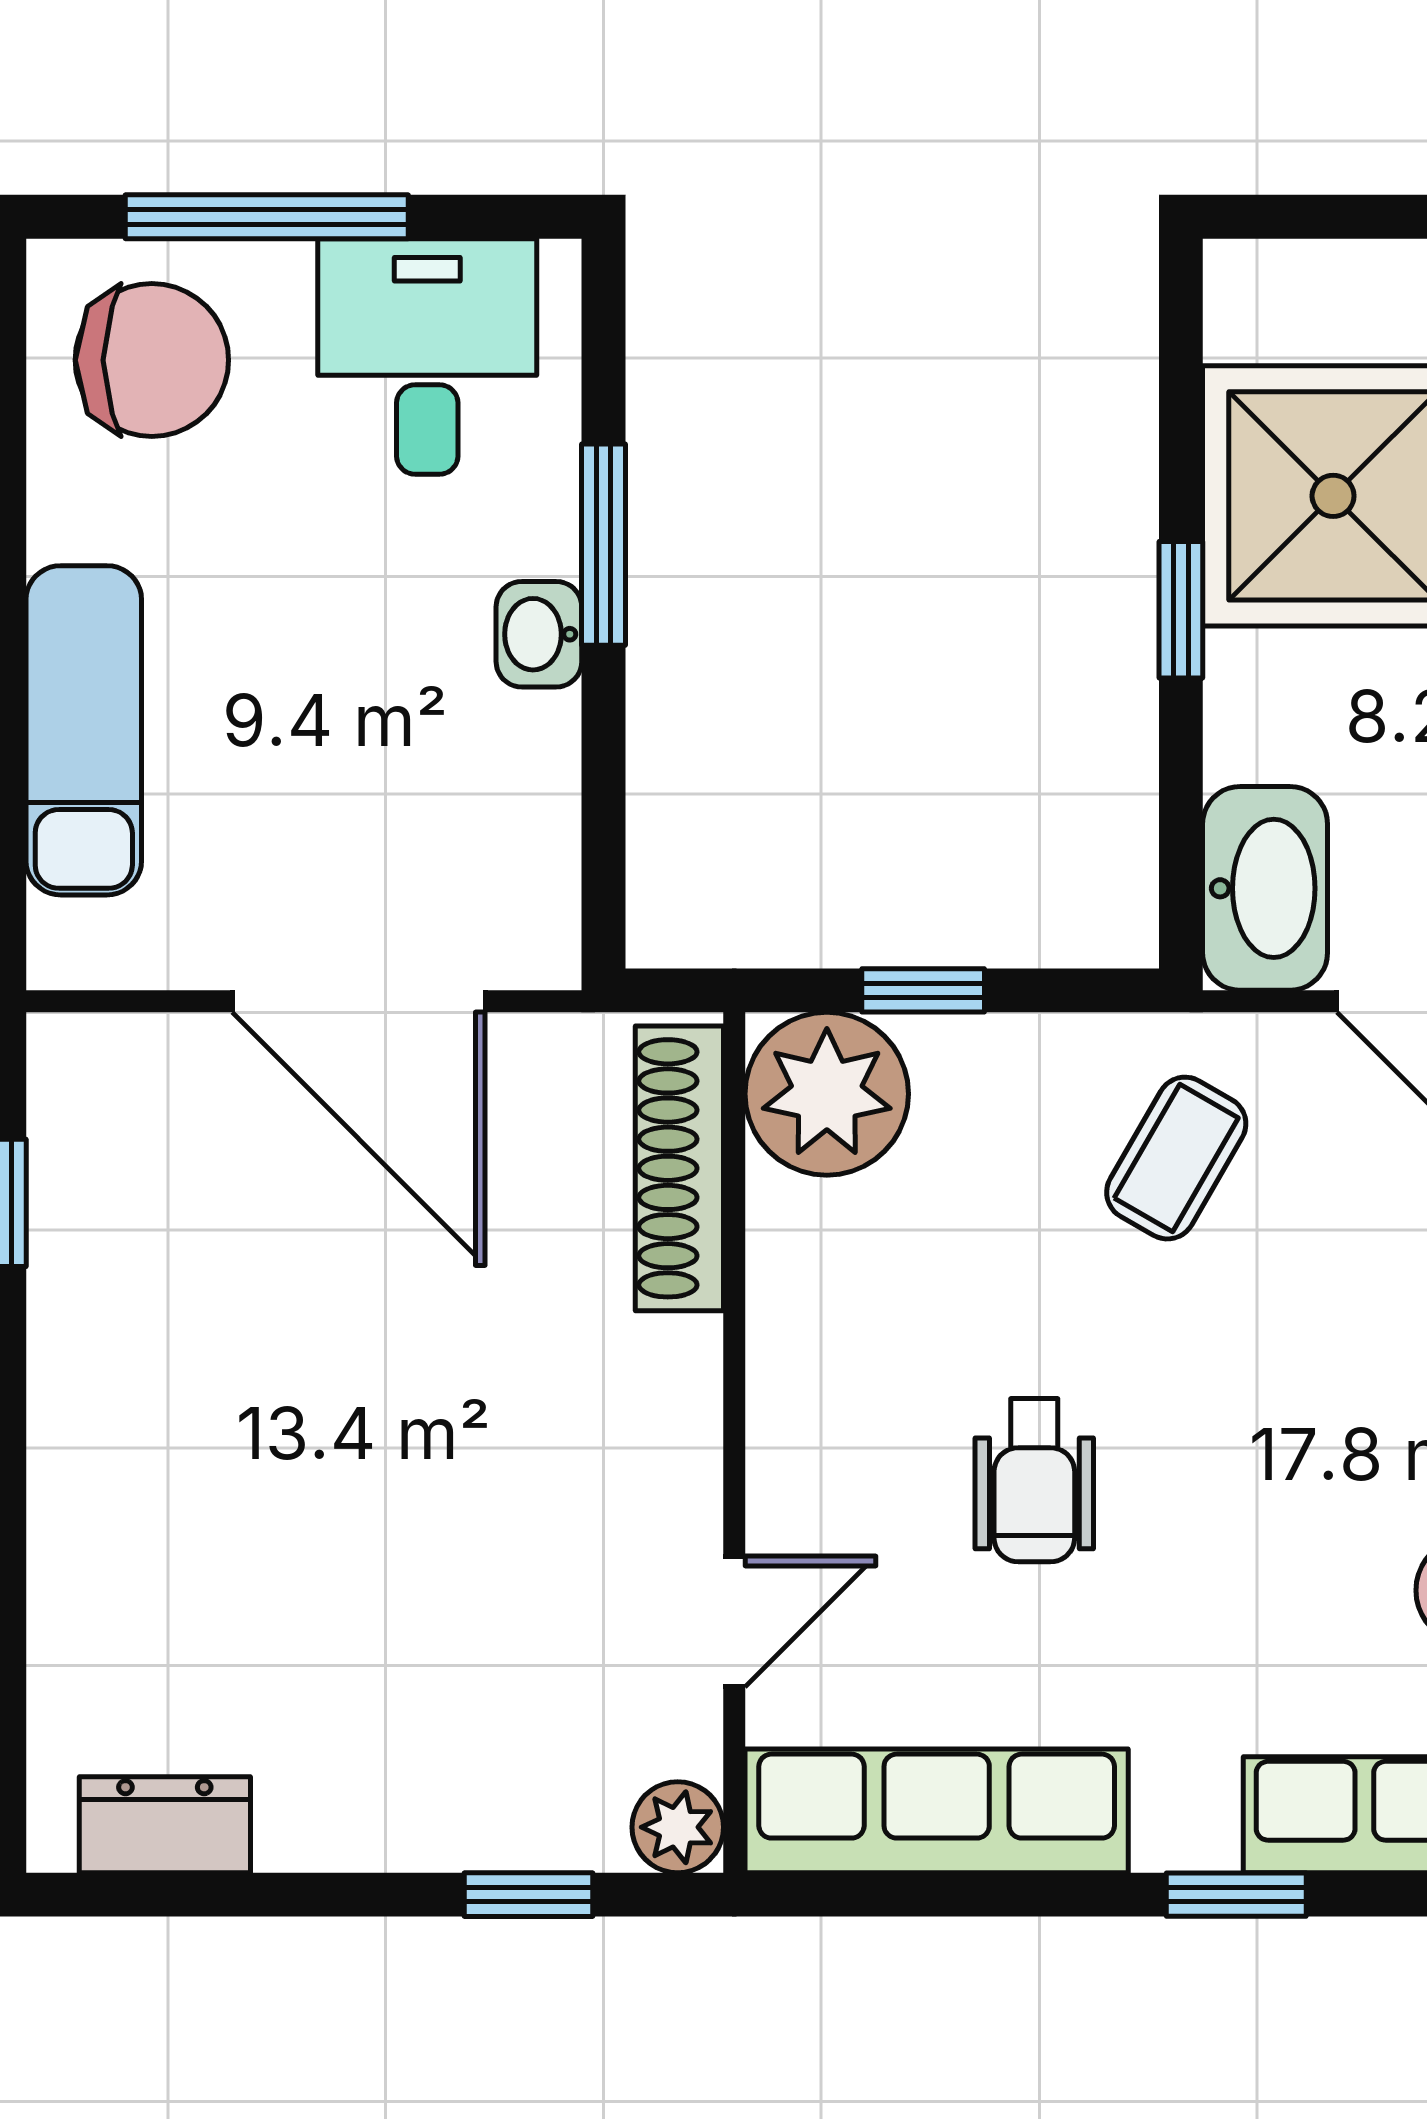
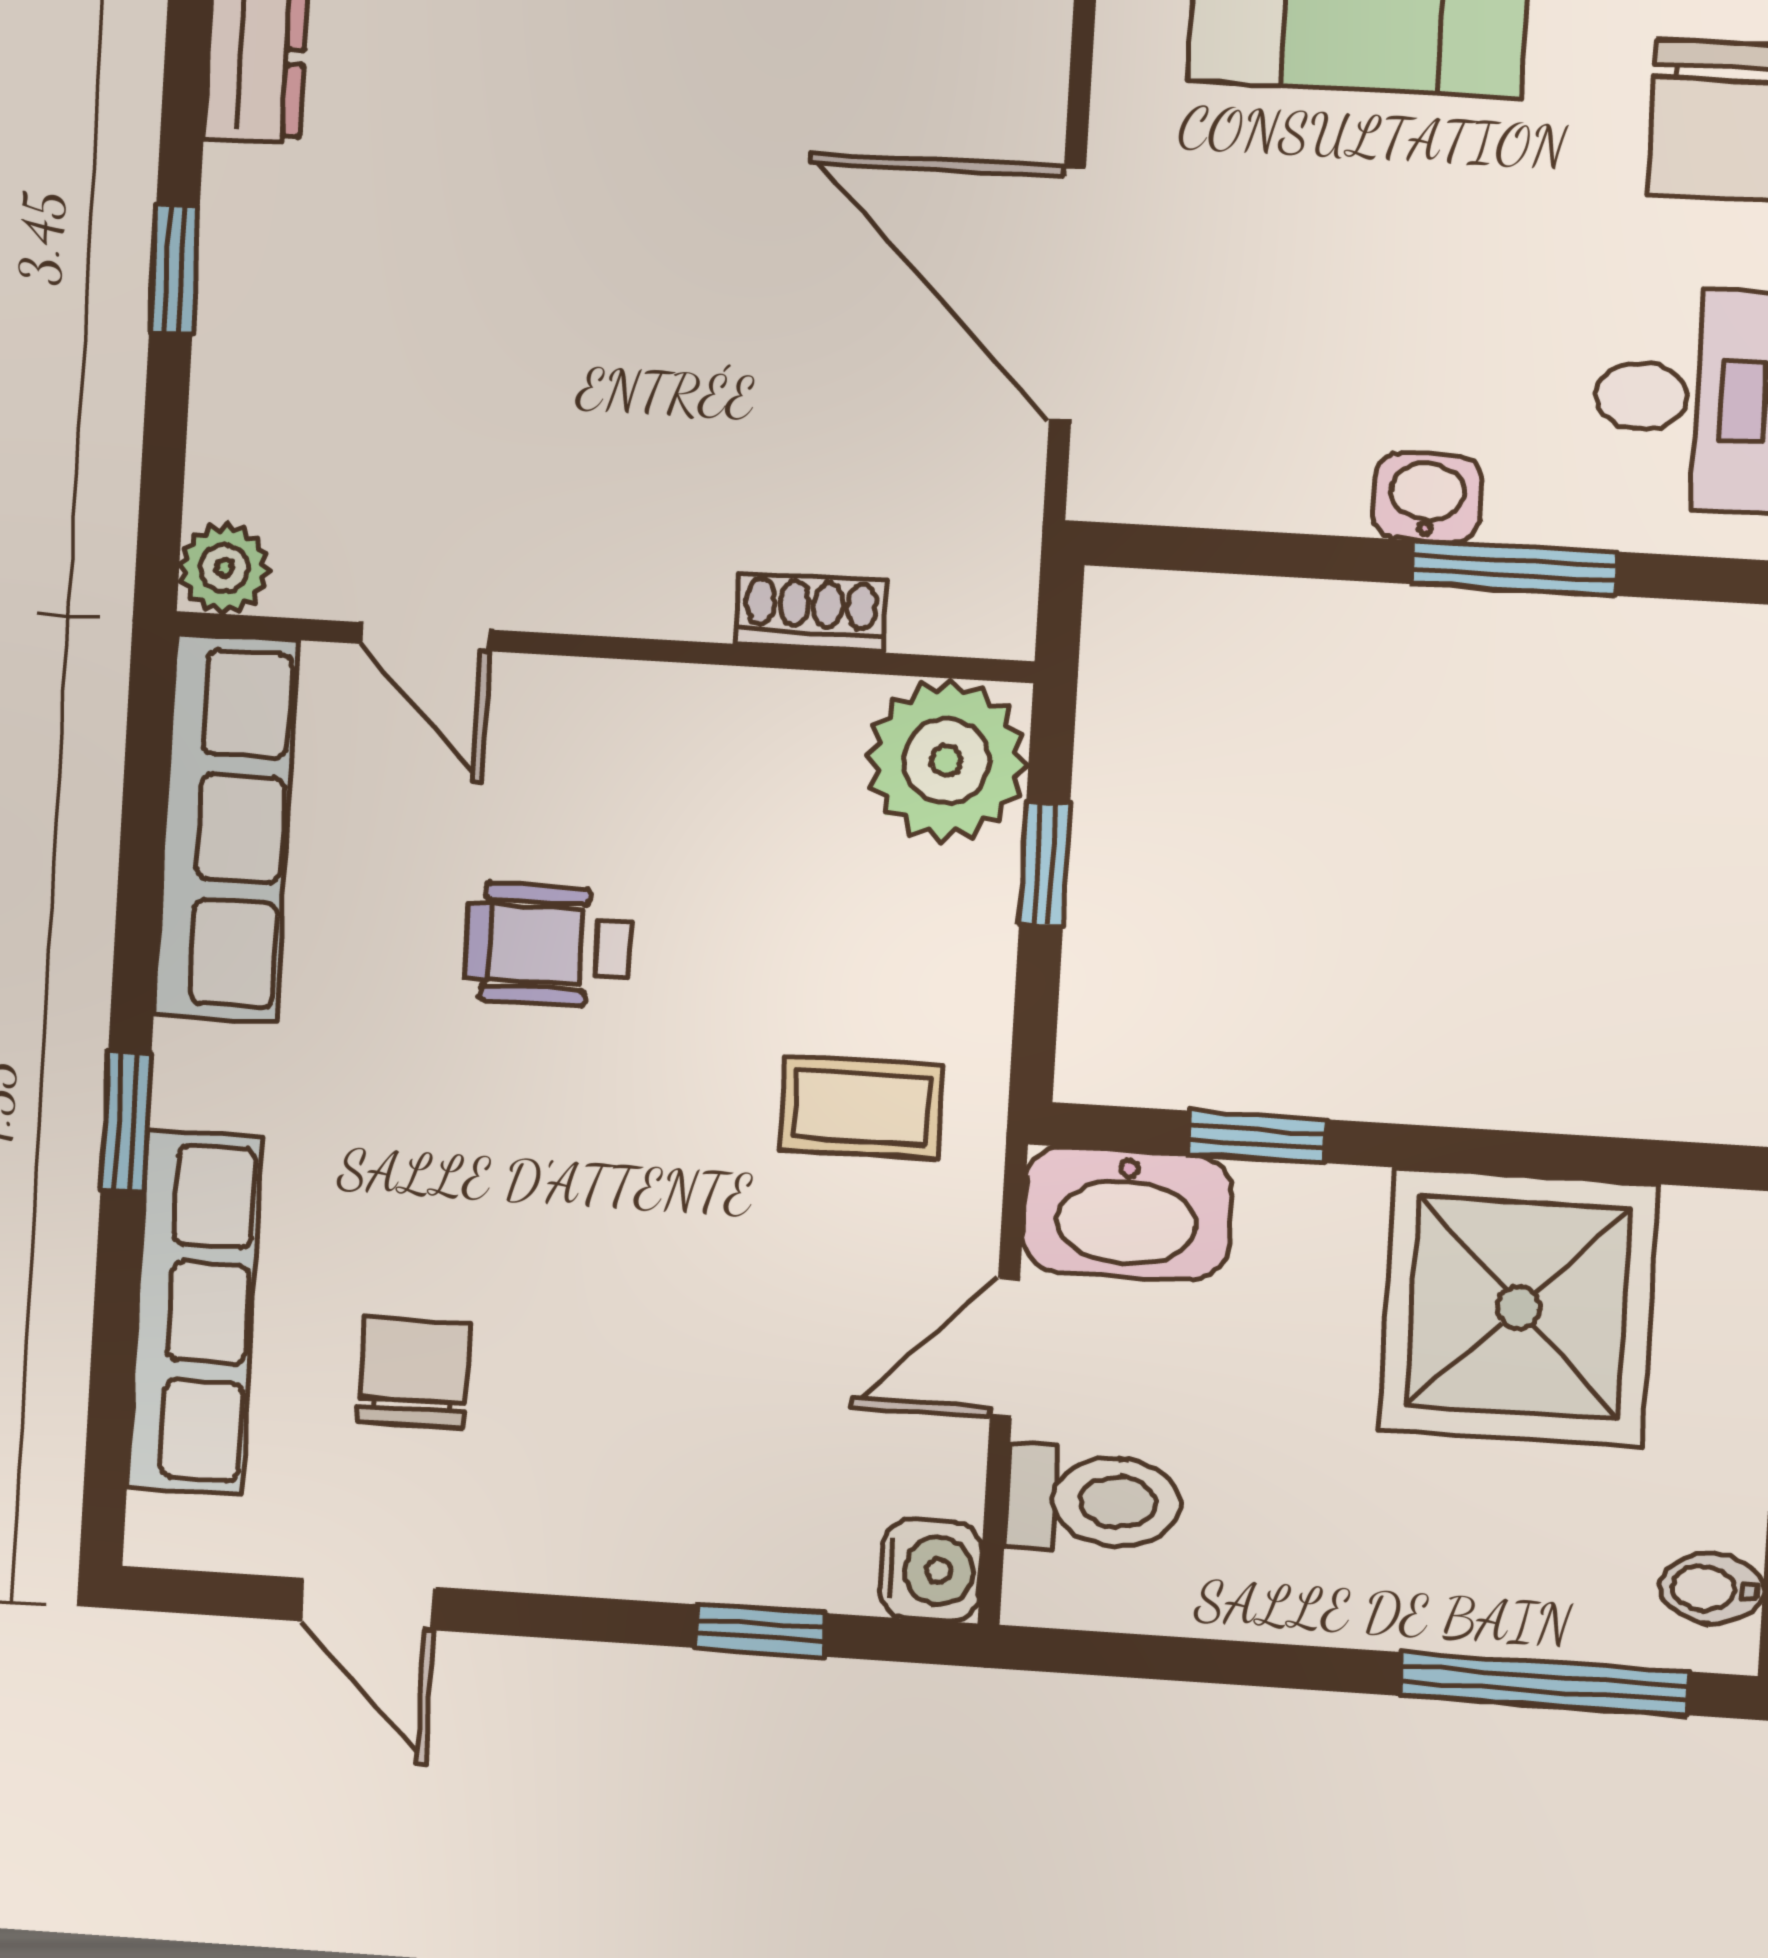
window: (1181, 610) -> (1257, 1137), moved
door: (359, 1001) -> (1067, 295), hinge flipped
coffee table: (1176, 1158) -> (861, 1107), turned -30
shoe rack: (679, 1168) -> (811, 612), width x0.51, depth x0.81
window: (529, 1895) -> (174, 269), moved

